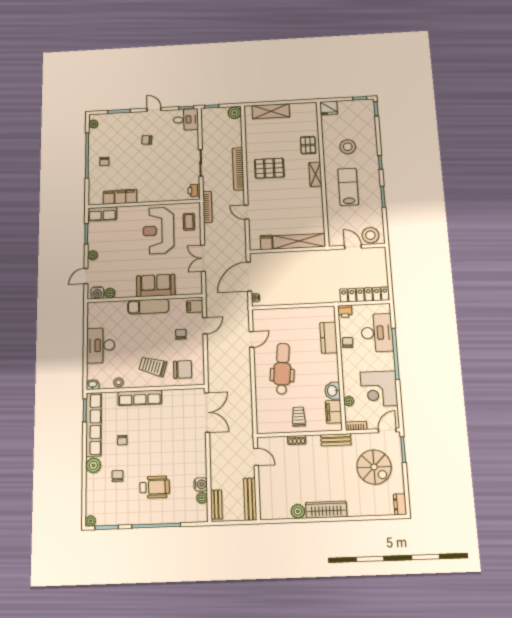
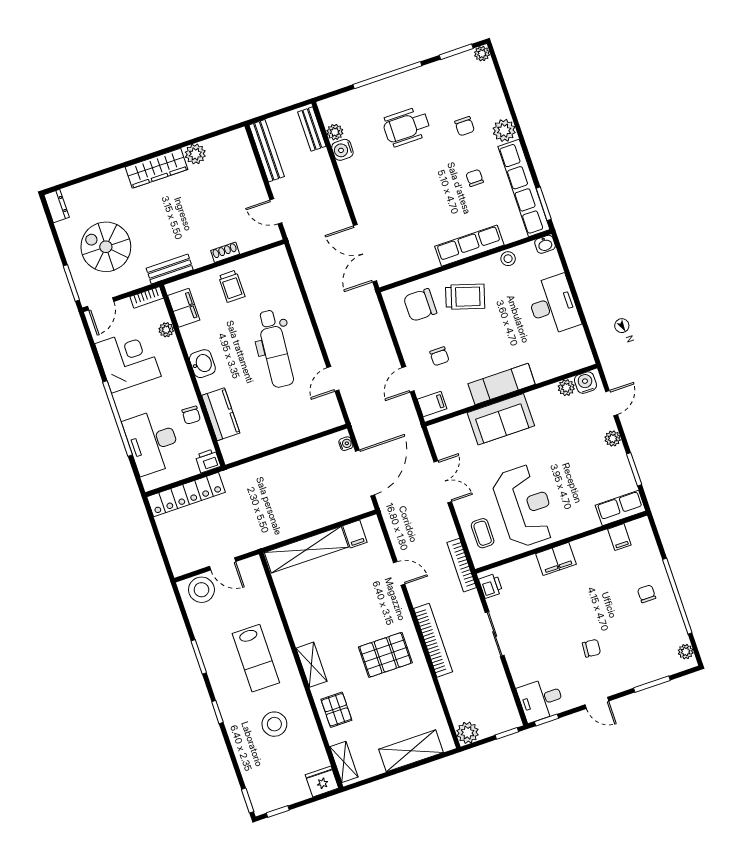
shelving: (312, 115) -> (344, 762), added
filing cabinet: (126, 196) -> (556, 559), moved
washbasin: (333, 391) -> (202, 364), moved

